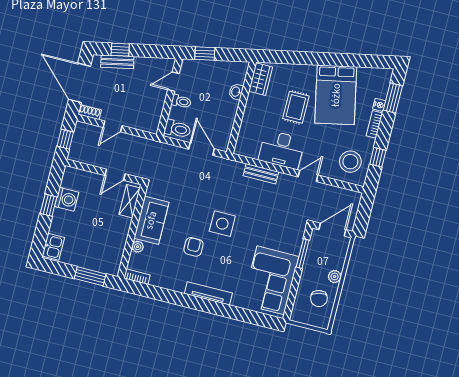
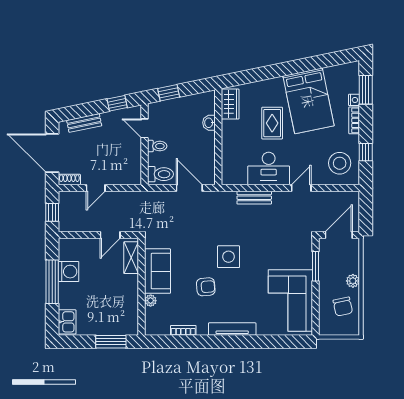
window: (120, 50) -> (117, 103), moved
door: (173, 82) -> (145, 128), hinge flipped
window: (49, 205) -> (52, 282), width x2.17
armchair: (193, 247) -> (206, 287), turned 85
bookcase: (137, 277) -> (183, 330), moved

